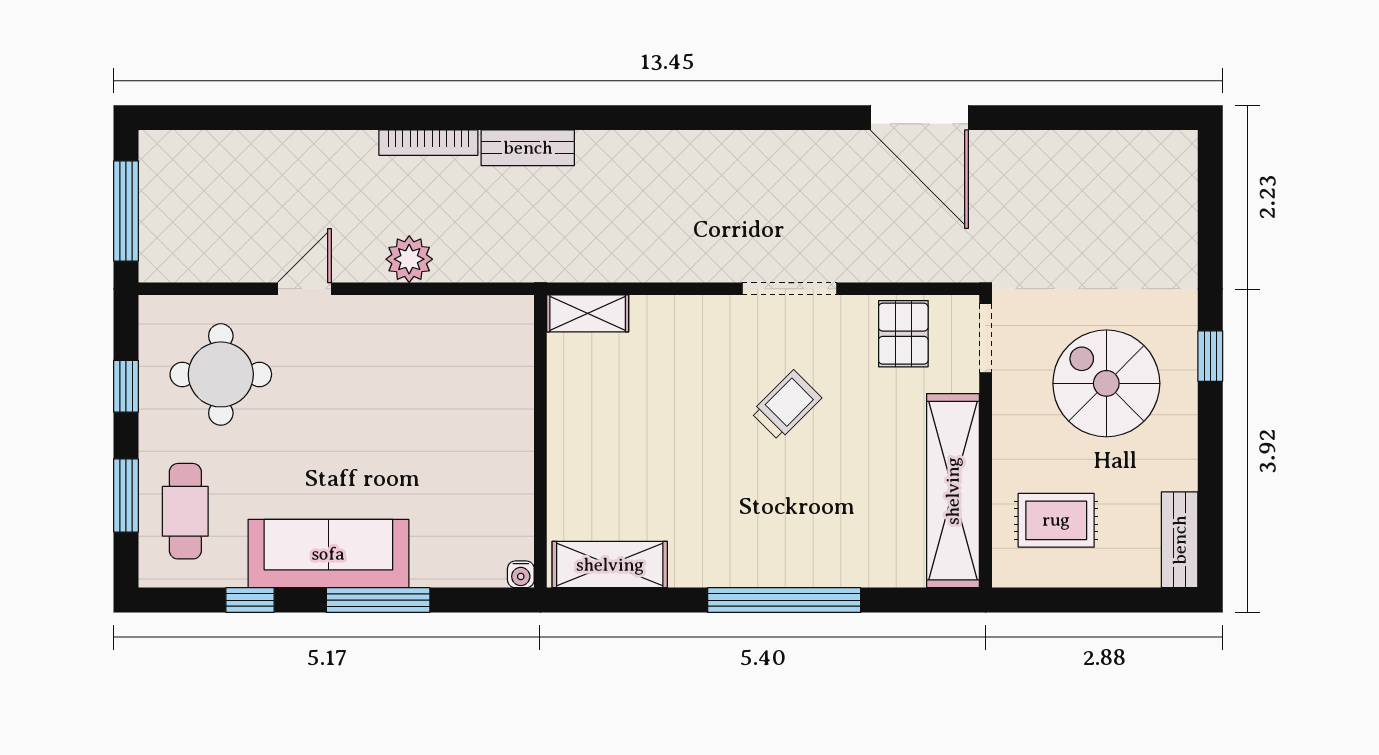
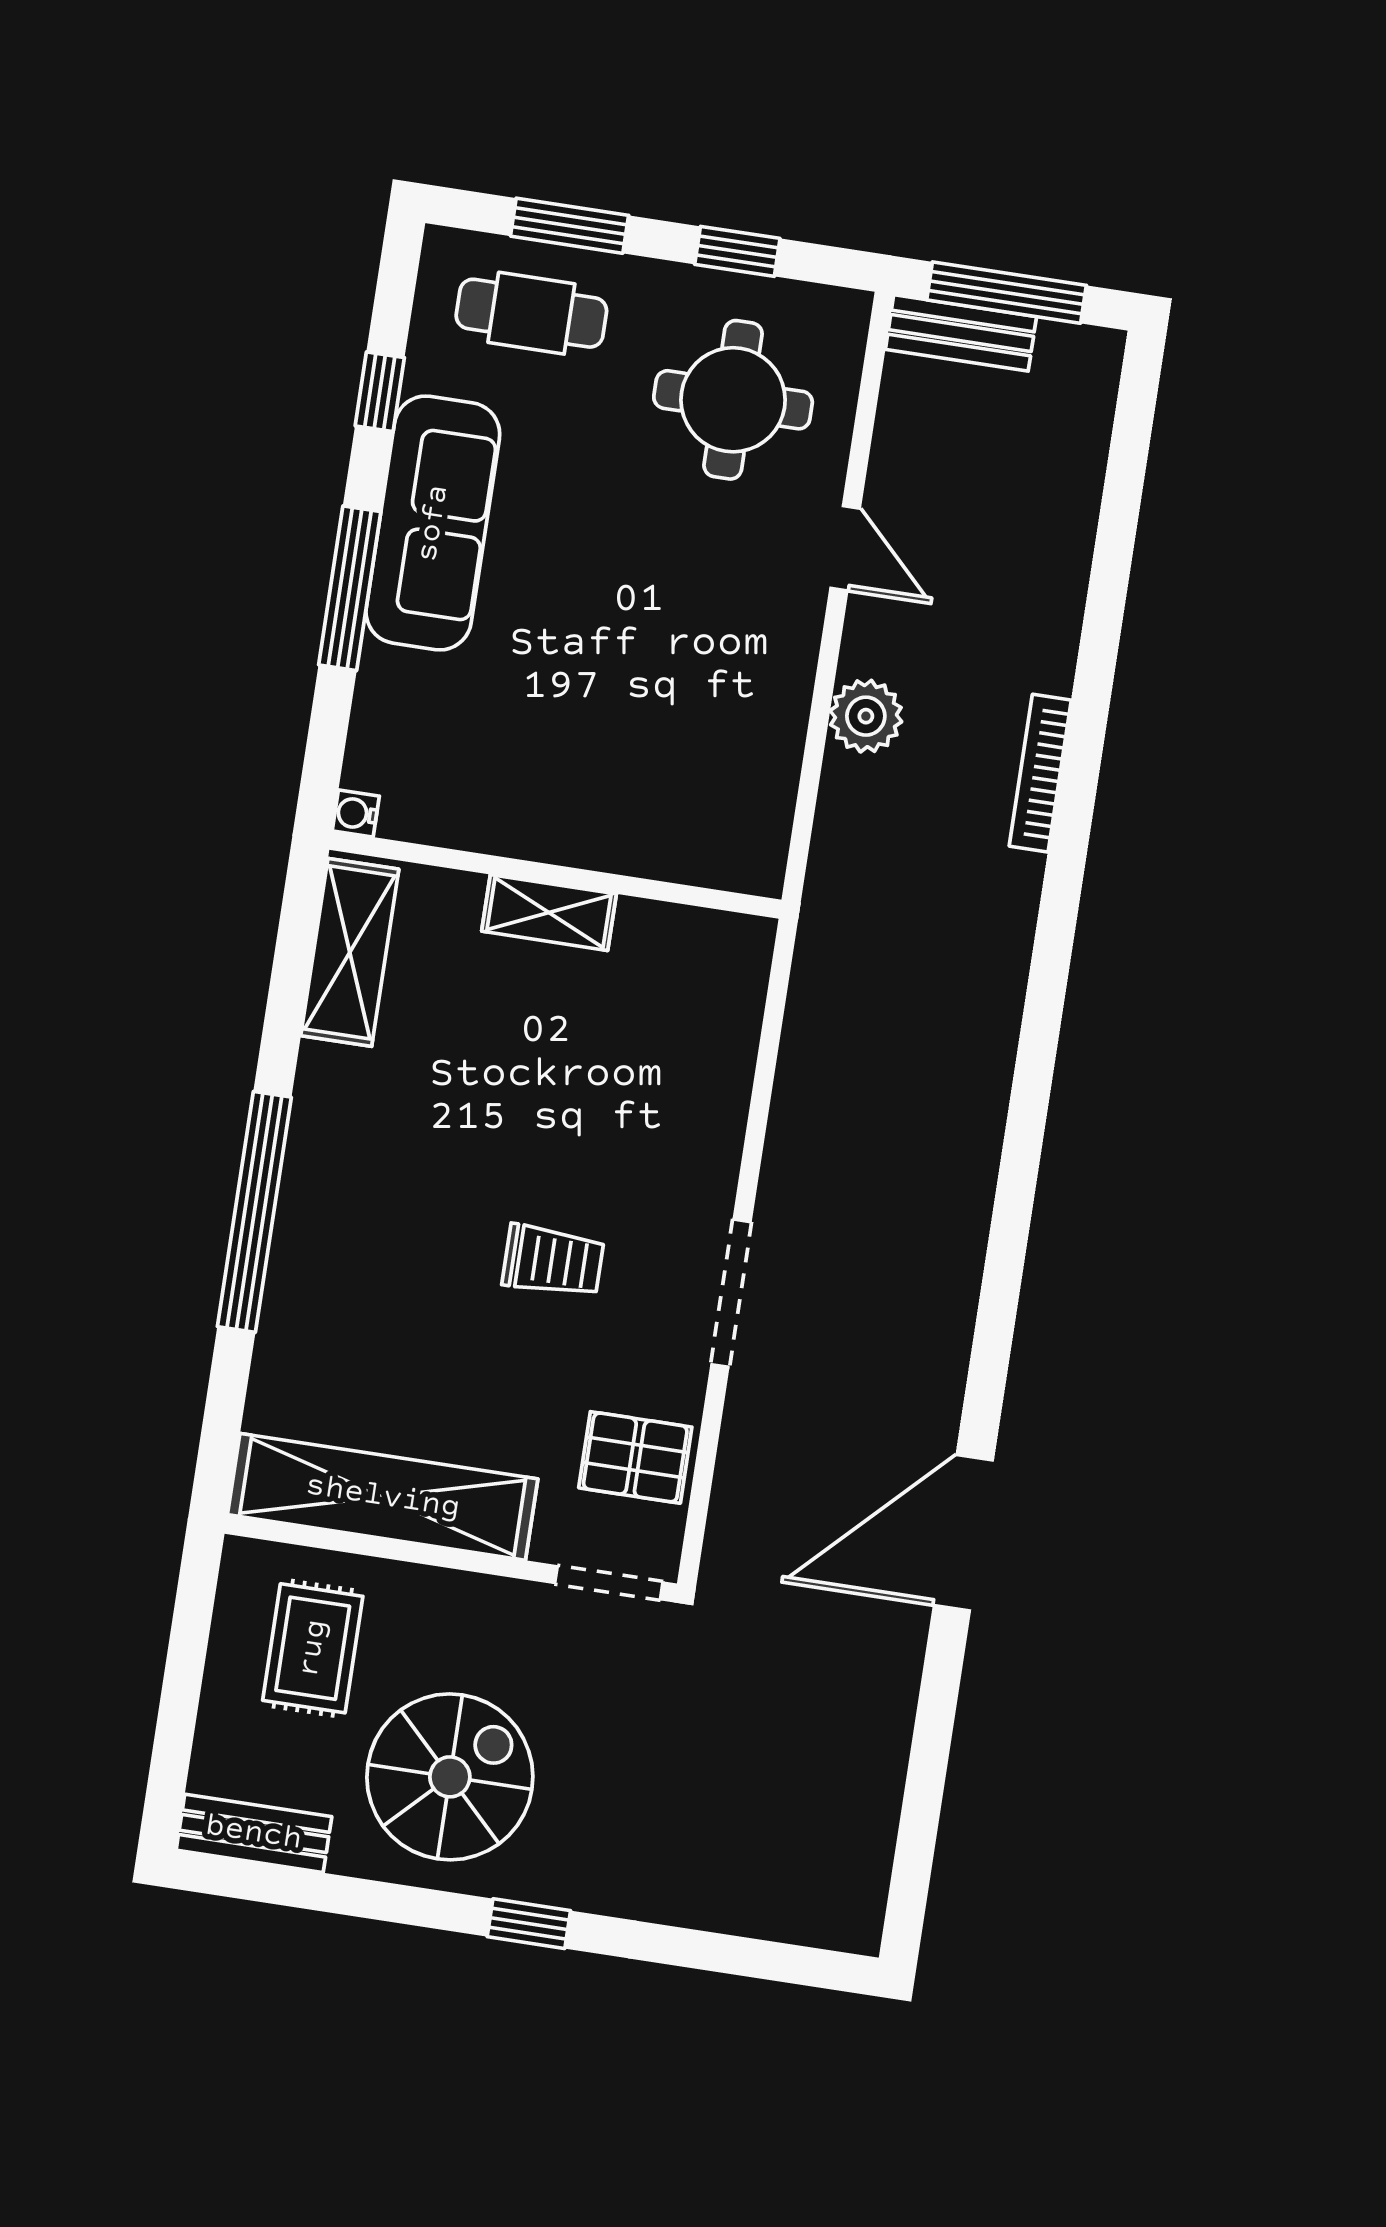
bench: (528, 148) -> (961, 333), moved, turned 90
shelving: (588, 313) -> (549, 913), moved, turned 90
spiral stairs: (1106, 383) -> (450, 1777), moved
trolley: (786, 405) -> (553, 1261), turned -45

